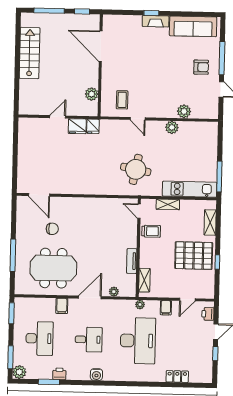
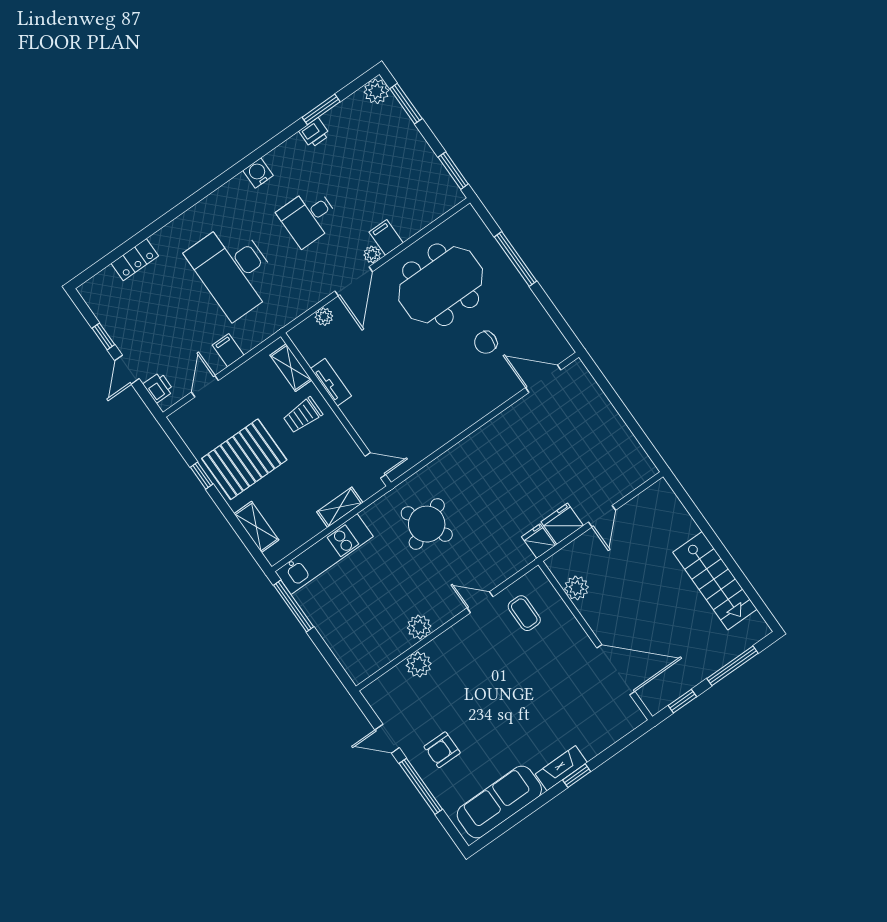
round table: (136, 169) -> (427, 524), turned -36
trolley: (151, 231) -> (303, 415), moved
plant: (140, 305) -> (372, 254), moved
desk: (39, 338) -> (383, 164), removed

